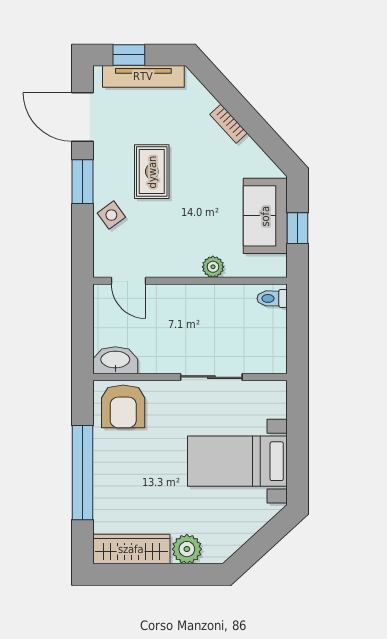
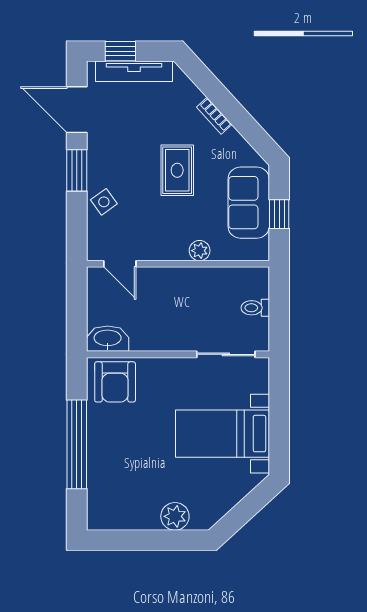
rug: (152, 172) -> (177, 170), moved
toilet: (272, 298) -> (255, 308), moved
sliding door: (211, 377) -> (226, 354), moved
wardrobe: (131, 549) -> (123, 516), removed

